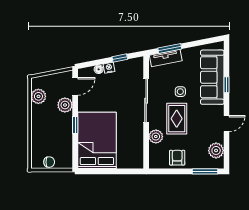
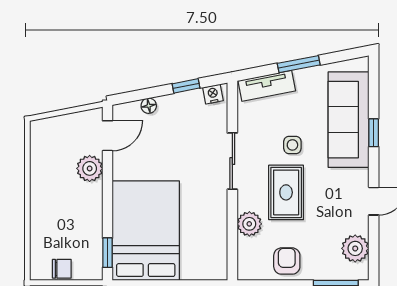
window: (170, 48) -> (299, 64), moved
nightstand: (109, 68) -> (213, 94), moved
plant: (38, 96) -> (43, 153), removed
sliding door: (146, 101) -> (232, 161), width x0.73
window: (75, 125) -> (107, 253), moved

